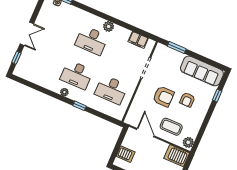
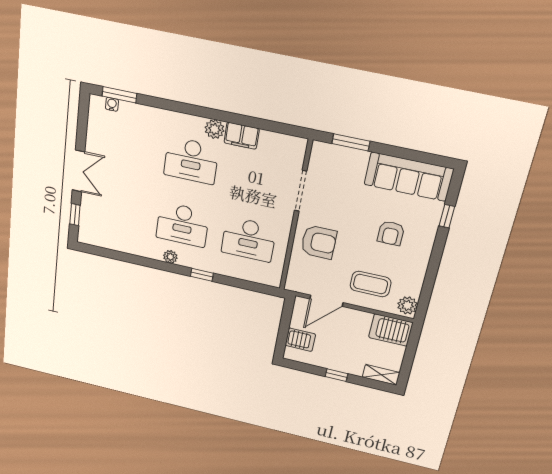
filing cabinet: (138, 40) -> (242, 136), moved
armchair: (163, 96) -> (319, 242), moved
door: (145, 133) -> (326, 301), swing flipped

